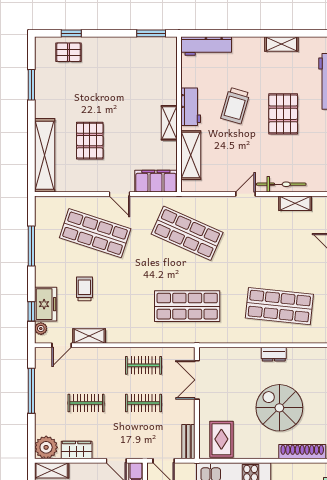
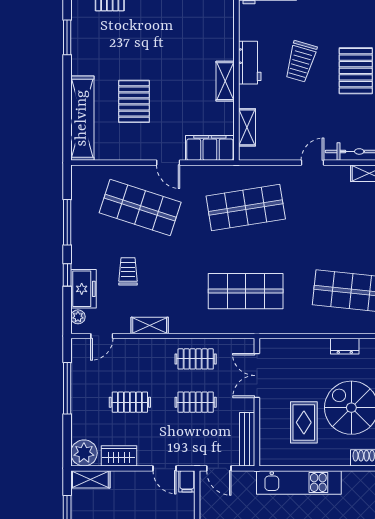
shelving: (191, 155) -> (247, 127), width x0.67, depth x0.75
shop shelf: (187, 233) -> (246, 208), turned -33
window: (31, 311) -> (67, 275), moved
shelving: (89, 336) -> (150, 325), moved
rug: (221, 439) -> (304, 422), moved
bench: (188, 442) -> (247, 439), width x1.36

